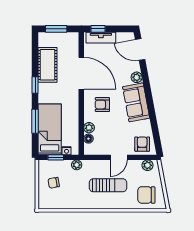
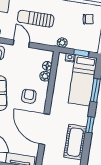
armchair: (102, 105) -> (29, 96), turned -90
door: (119, 157) -> (21, 44), hinge flipped
chair: (54, 183) -> (88, 19), moved

